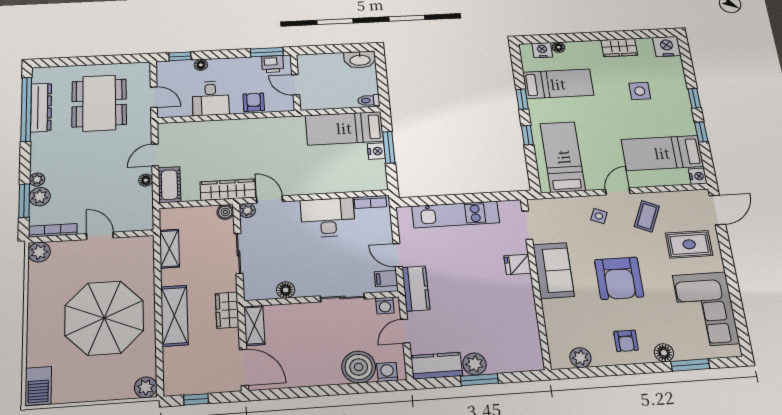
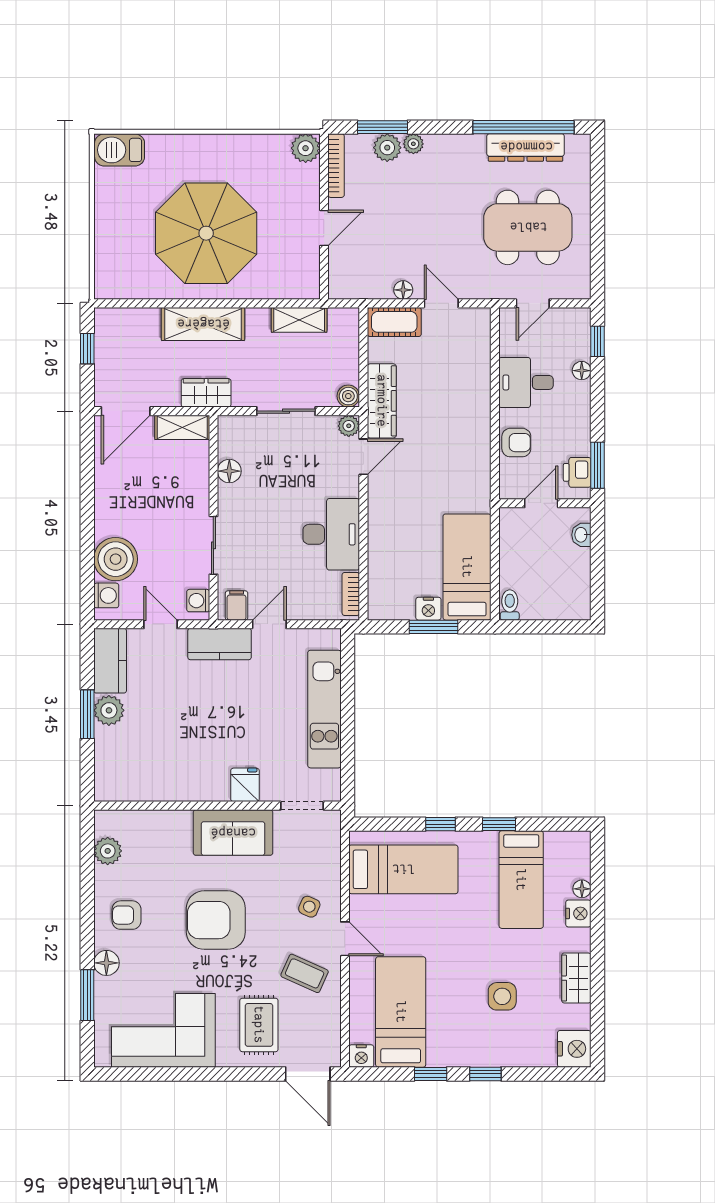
nightstand: (542, 50) -> (578, 913), moved
washbasin: (360, 60) -> (581, 535), moved, width x0.52, depth x0.69
plant: (146, 387) -> (108, 285), removed

